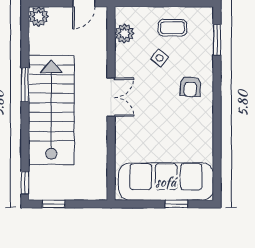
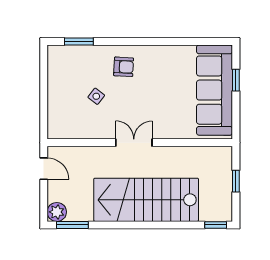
coffee table: (172, 28) -> (67, 84), removed
plant: (124, 33) -> (73, 130), removed
window: (25, 85) -> (72, 225), moved
window: (54, 204) -> (236, 181), moved

